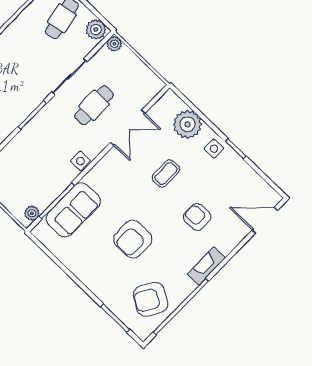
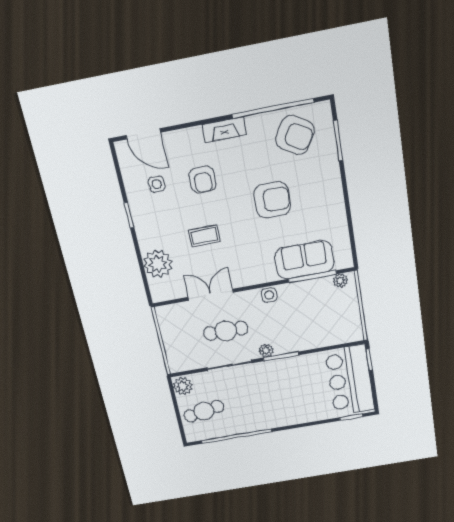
plant: (114, 44) -> (266, 350), moved
side table: (214, 149) -> (157, 184), moved

